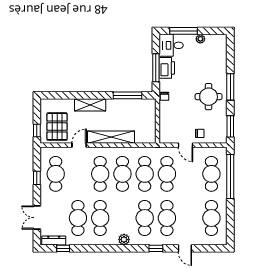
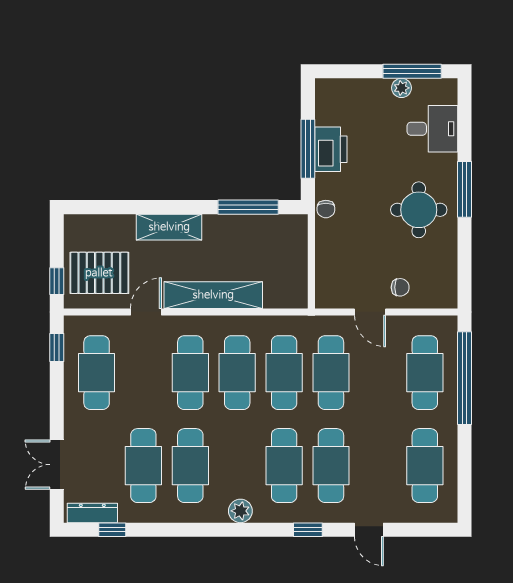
window: (184, 31) -> (412, 71), moved
desk: (171, 45) -> (432, 129), moved, turned 180
window: (230, 126) -> (465, 273), removed
pallet: (57, 127) -> (99, 273), turned 90
window: (37, 178) -> (57, 347), moved

